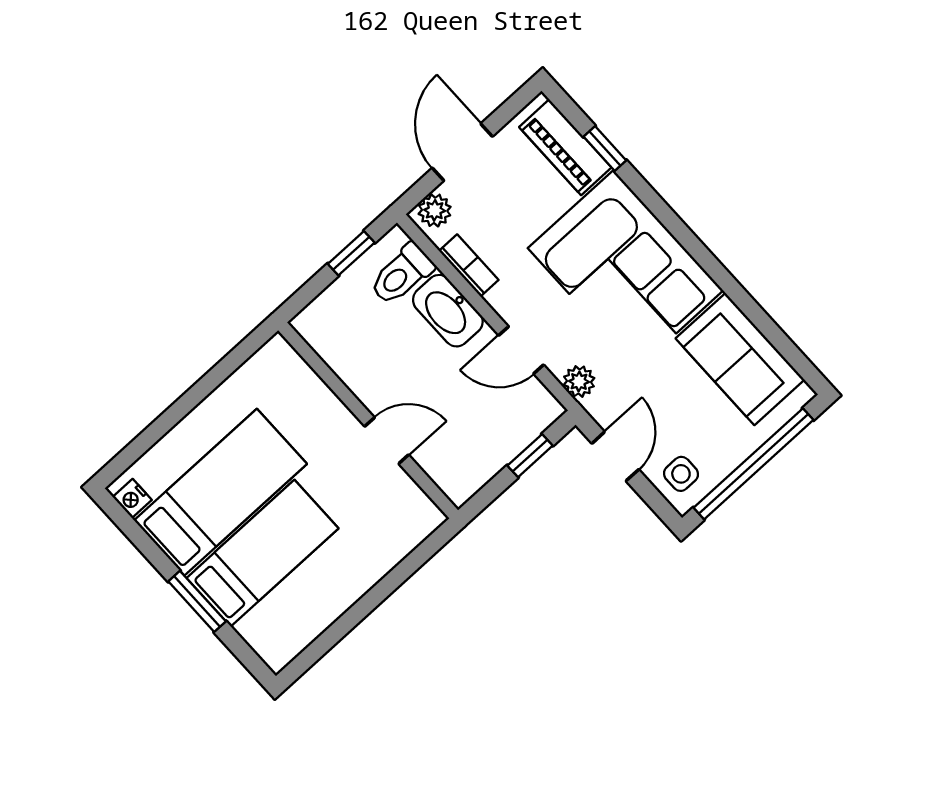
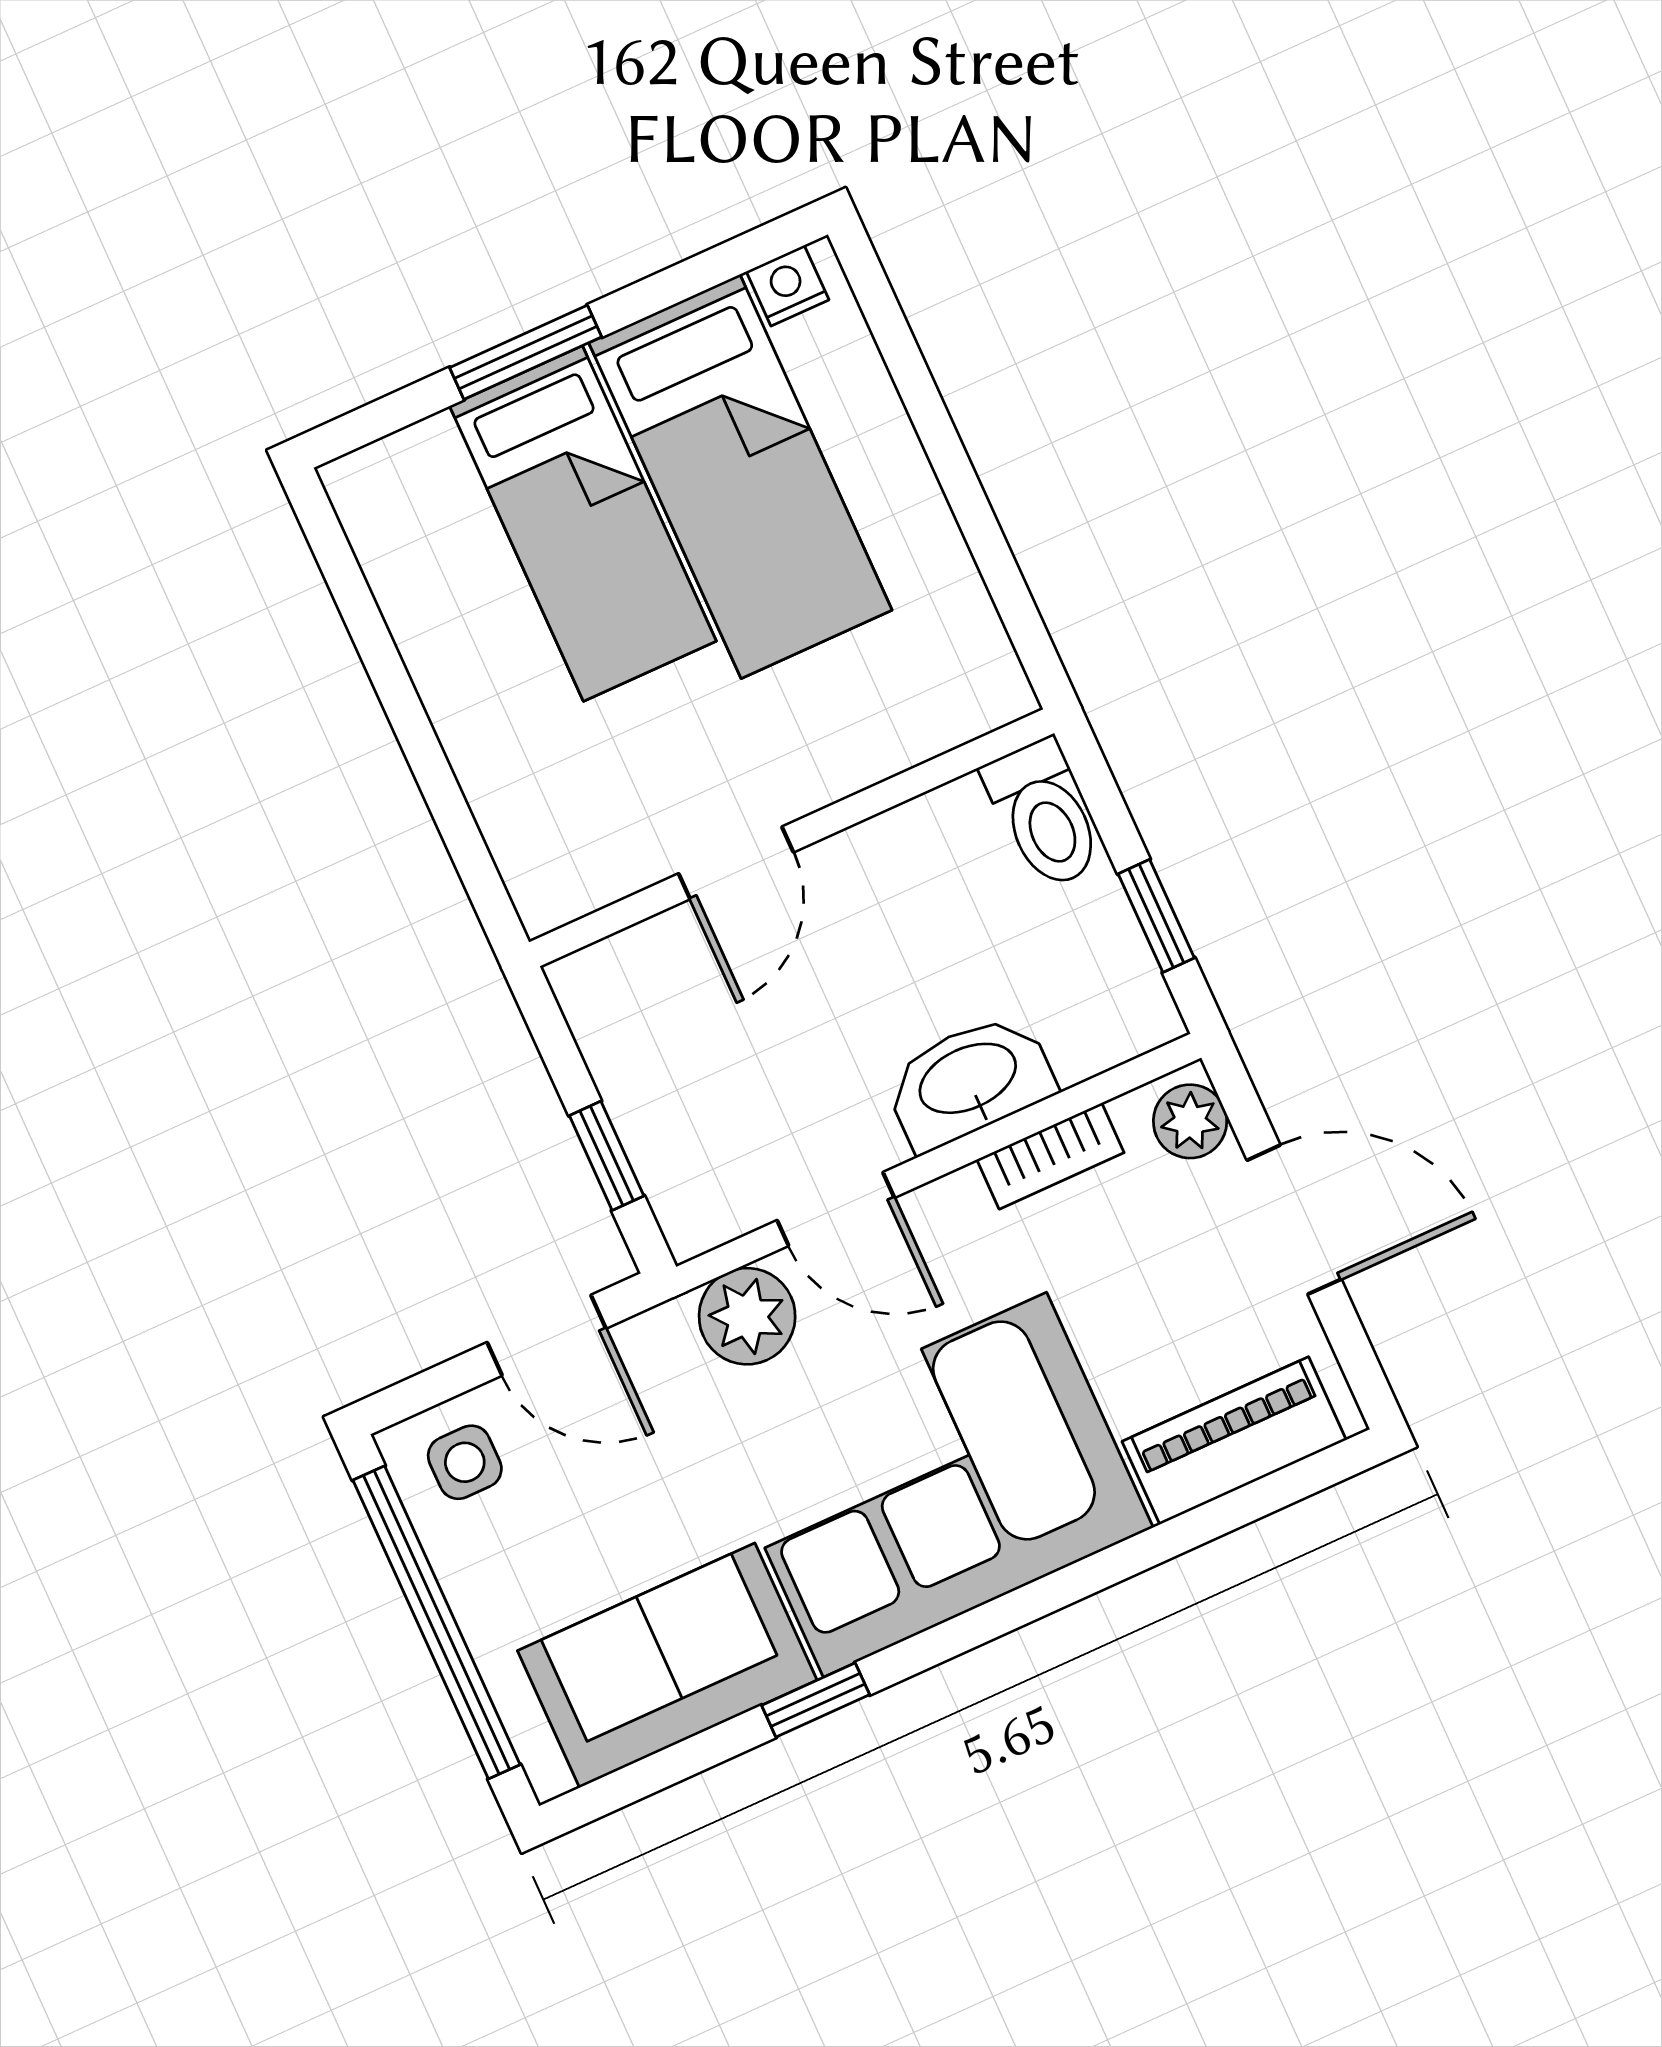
window: (605, 149) -> (816, 1700), moved
toilet: (402, 274) -> (1044, 814), moved, turned 180
door: (521, 350) -> (836, 1209), swing flipped
plant: (579, 381) -> (747, 1316), width x1.38, depth x1.38

